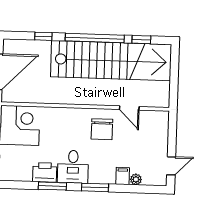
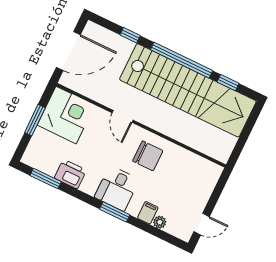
door: (129, 108) -> (123, 116), moved
chair: (102, 129) -> (148, 156), turned -90
desk: (73, 167) -> (117, 188), moved
window: (52, 186) -> (46, 179), moved

